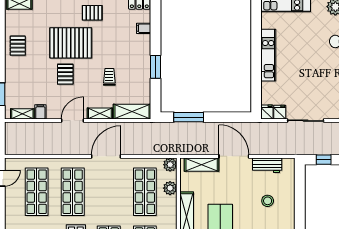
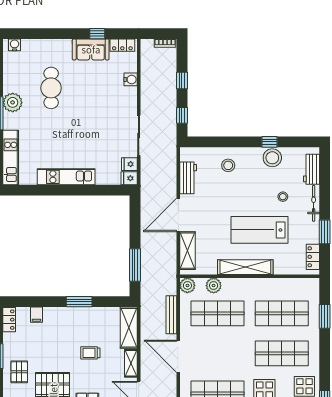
bench: (144, 150) -> (171, 315), added
stool: (268, 201) -> (228, 165), moved

